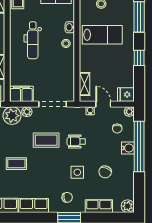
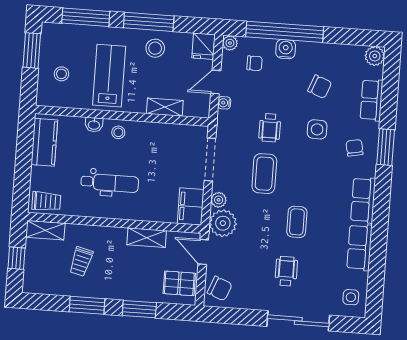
window: (139, 58) -> (149, 22), width x2.17
stool: (122, 63) -> (155, 48), added
shelving: (85, 84) -> (165, 107), moved

